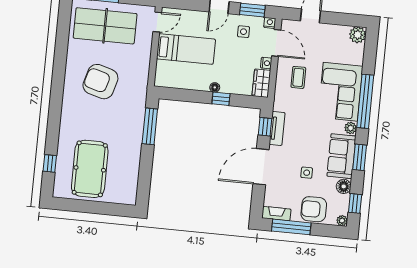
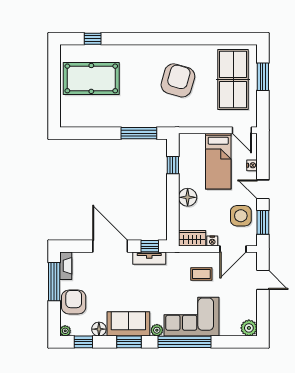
nightstand: (270, 23) -> (252, 165), moved
side table: (243, 32) -> (241, 216), width x1.87, depth x1.87
floor lamp: (215, 87) -> (188, 197), width x1.89, depth x1.89
window: (221, 99) -> (173, 165), moved
side table: (307, 173) -> (109, 291), removed

